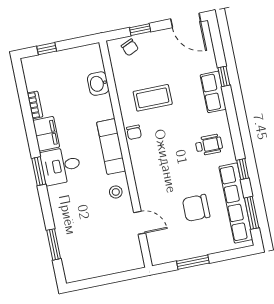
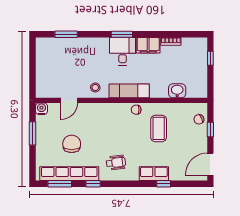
wheelchair: (209, 145) -> (116, 163), turned -97
water cooler: (158, 257) -> (41, 109), added

